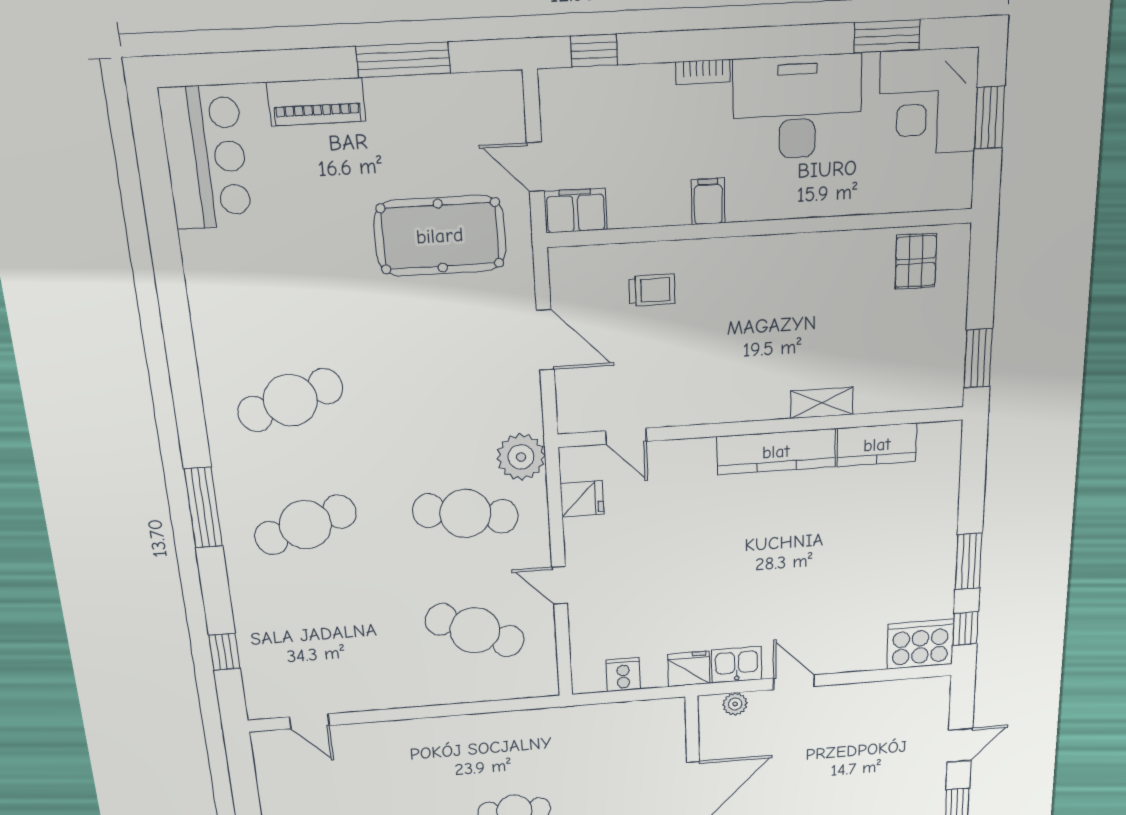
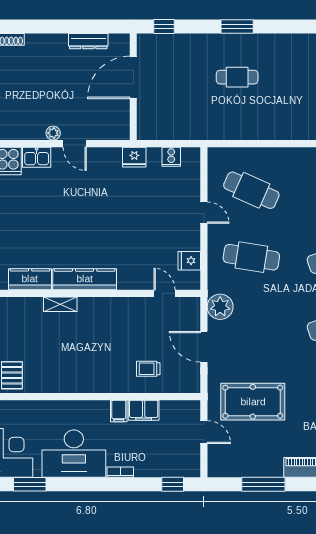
filing cabinet: (576, 211) -> (144, 410), moved
plant: (521, 457) -> (220, 307), moved
kitchen sink: (737, 665) -> (37, 157), moved
plant: (735, 704) -> (53, 133), moved

